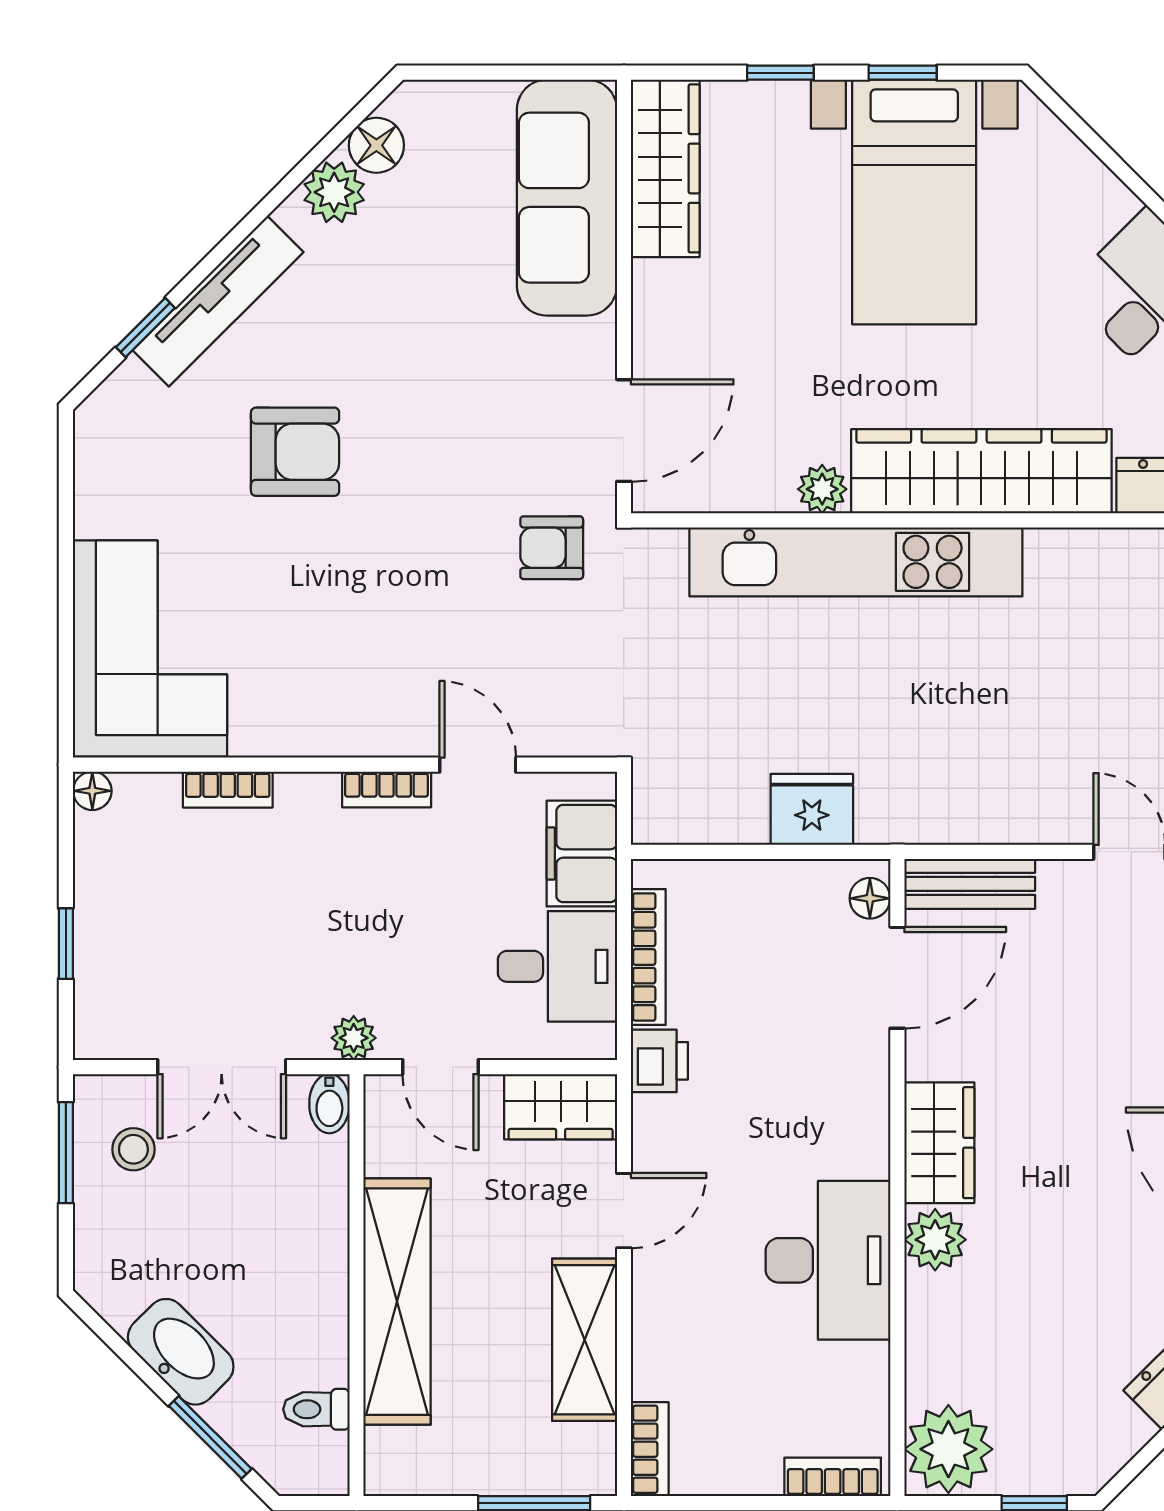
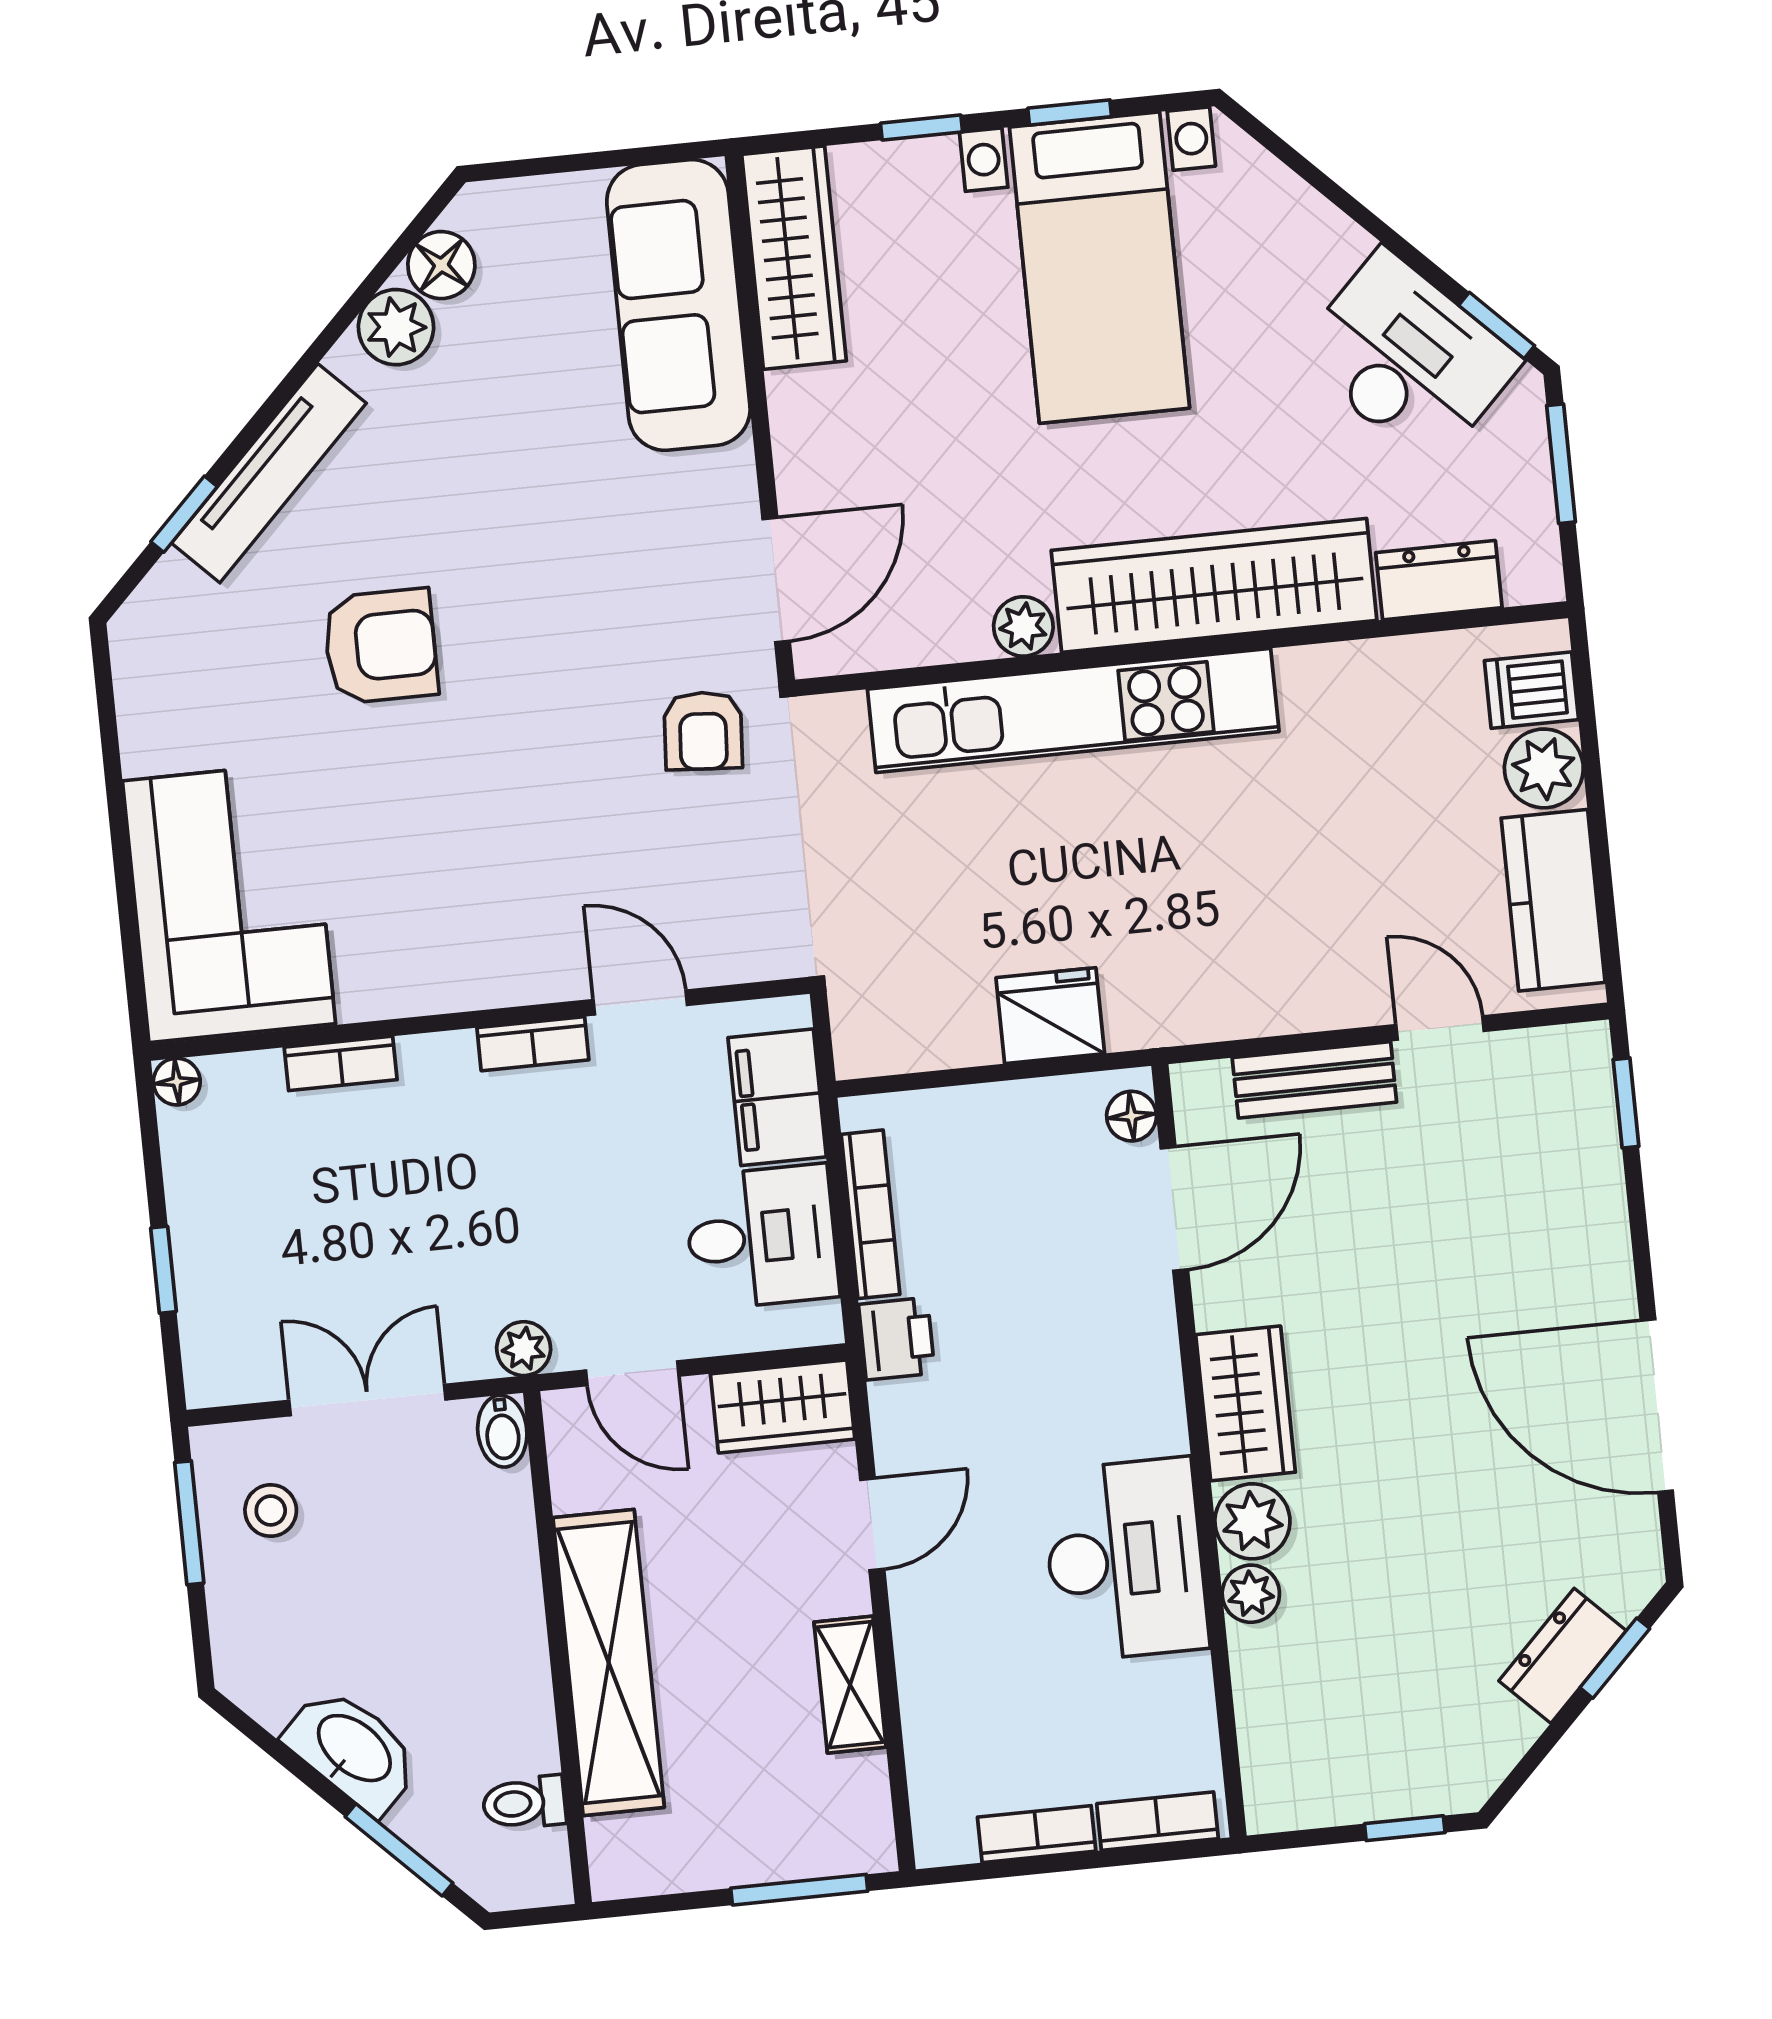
armchair: (552, 548) -> (703, 731), turned -86
bench: (970, 884) -> (1314, 1080), moved
double door: (222, 1067) -> (367, 1400), swing flipped
shelving: (585, 1340) -> (850, 1685), width x0.67, depth x0.75
bookcase: (650, 1449) -> (1037, 1834), moved, turned -90
plant: (948, 1449) -> (1251, 1594), moved, width x0.53, depth x0.53

